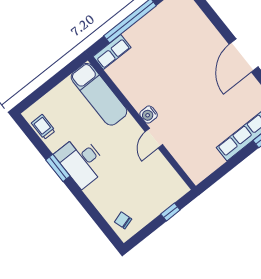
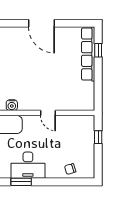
water cooler: (149, 115) -> (12, 105), moved
chair: (123, 220) -> (70, 169), moved

